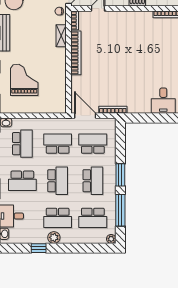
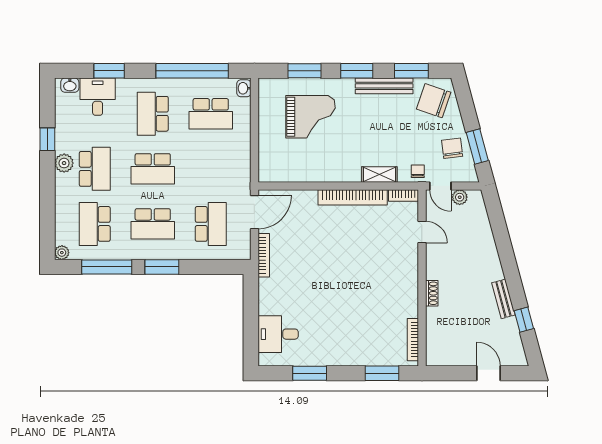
school desk: (58, 144) -> (211, 169), removed
school desk: (58, 218) -> (95, 169), turned 180

